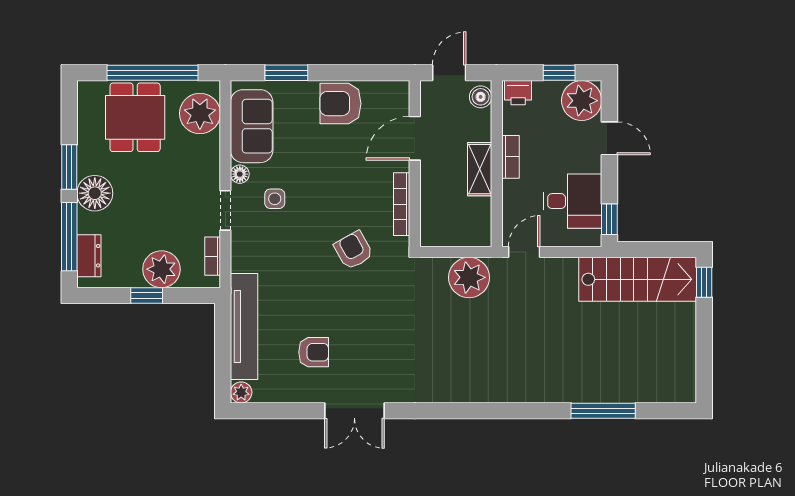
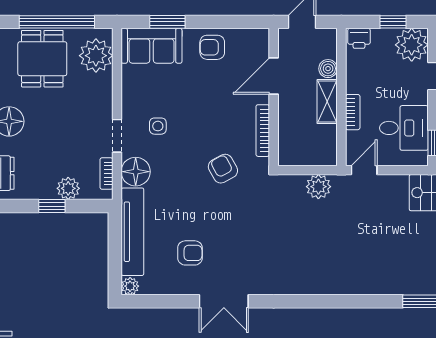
boiler: (481, 97) -> (328, 69), moved
armchair: (340, 104) -> (212, 47), width x0.72, depth x0.72
sofa: (252, 126) -> (152, 46), moved, turned 90
bookcase: (510, 157) -> (353, 112), moved
floor lamp: (240, 174) -> (136, 172), moved, width x1.89, depth x1.89
plant: (161, 269) -> (68, 188), width x0.73, depth x0.73
plant: (469, 277) -> (318, 187), width x0.73, depth x0.73

